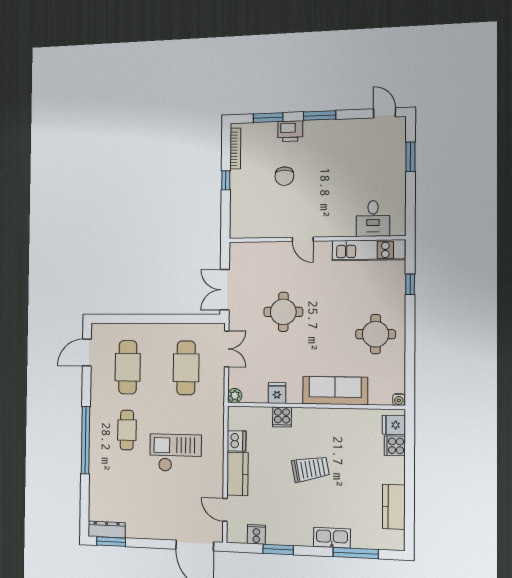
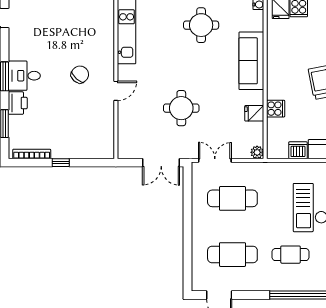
chair: (284, 176) -> (80, 74), moved, turned -48
desk: (373, 218) -> (24, 76), moved, turned 180

